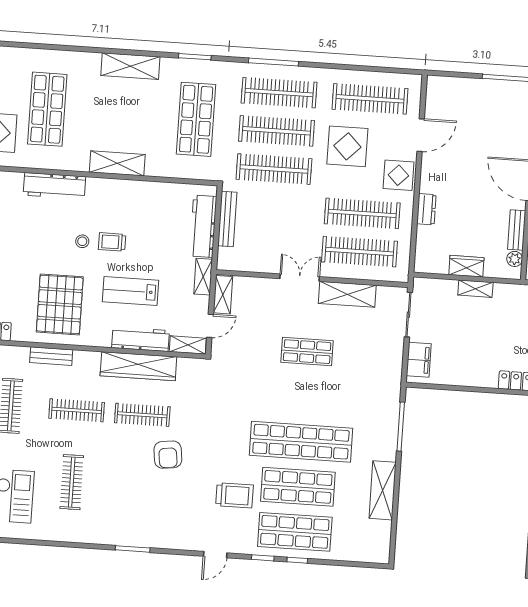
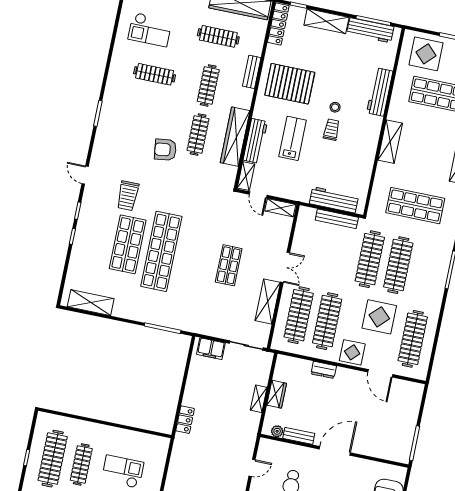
clothes rail: (279, 93) -> (427, 271), removed
shelving: (203, 277) -> (296, 195), removed
shelving: (383, 490) -> (91, 303), moved
shop shelf: (295, 532) -> (94, 237), removed

